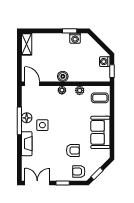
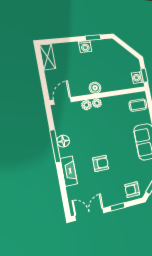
washing machine: (75, 38) -> (85, 46), moved
washing machine: (105, 62) -> (137, 78), moved
door: (32, 84) -> (62, 101), hinge flipped
plant: (80, 90) -> (87, 105), moved
side table: (42, 125) -> (83, 146), removed
armchair: (73, 150) -> (101, 163), moved

